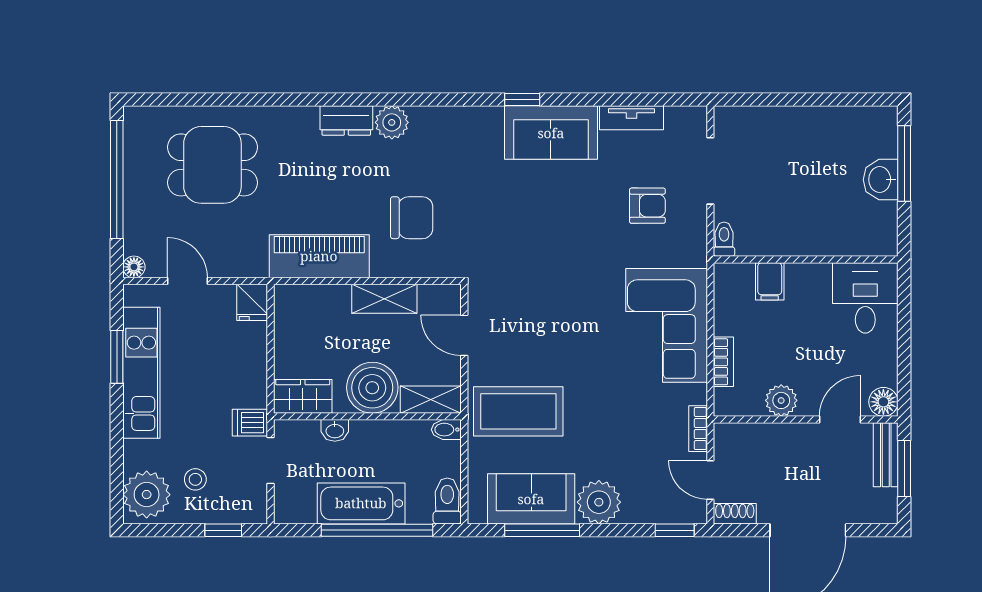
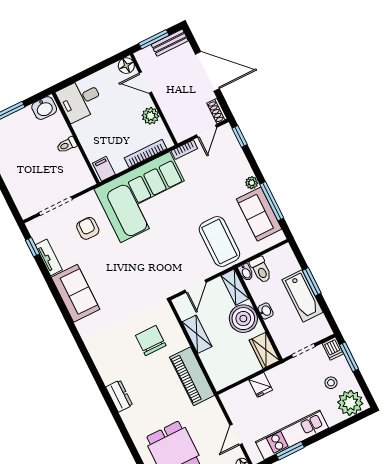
window: (522, 100) -> (32, 247), moved
plant: (392, 122) -> (109, 373), removed
washbasin: (881, 180) -> (44, 108), moved
toilet: (724, 239) -> (67, 145), moved
filing cabinet: (770, 281) -> (104, 169), moved, turned -90
fridge: (252, 302) -> (261, 385), moved, turned 90
corner sofa: (667, 325) -> (145, 197), width x1.36, depth x1.36
bookcase: (723, 362) -> (146, 153), width x1.56
dishwasher: (250, 423) -> (333, 349), moved
washbasin: (335, 430) -> (266, 311), moved
bench: (886, 455) -> (170, 43), moved
toilet: (447, 501) -> (261, 270), moved, turned -90
plant: (599, 502) -> (252, 183), width x0.53, depth x0.53
window: (223, 530) -> (349, 357), width x1.50
window: (377, 530) -> (312, 282), width x0.47

